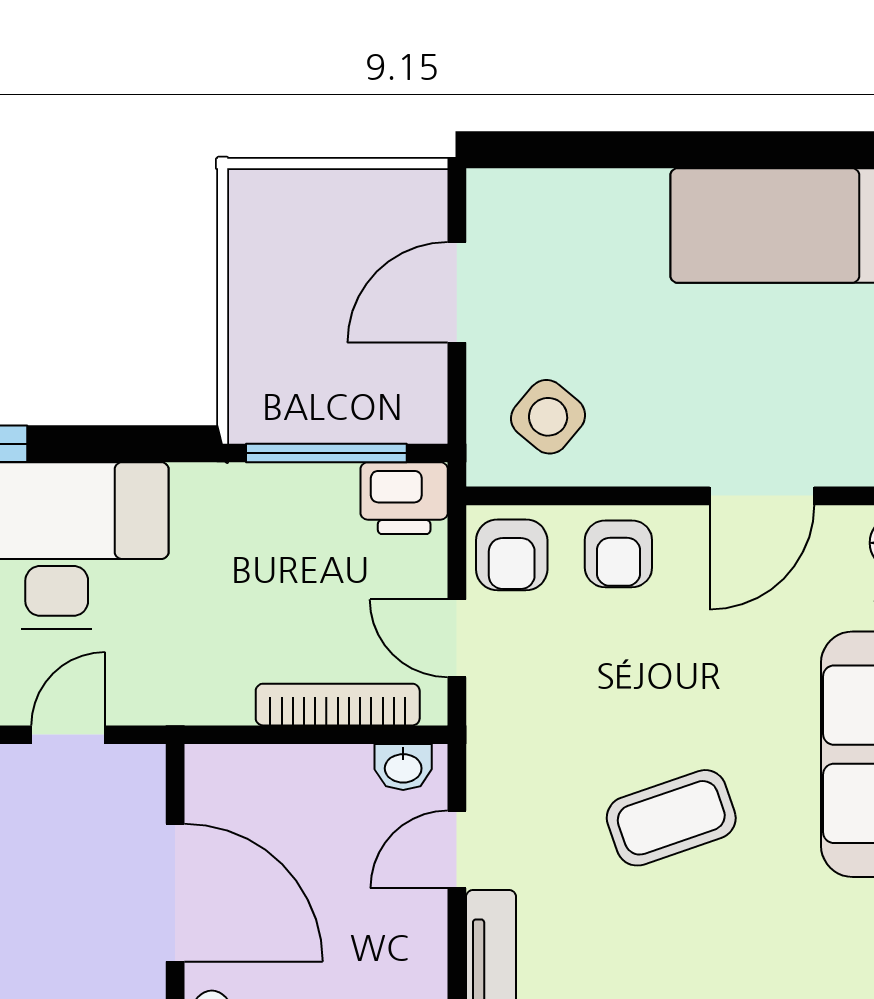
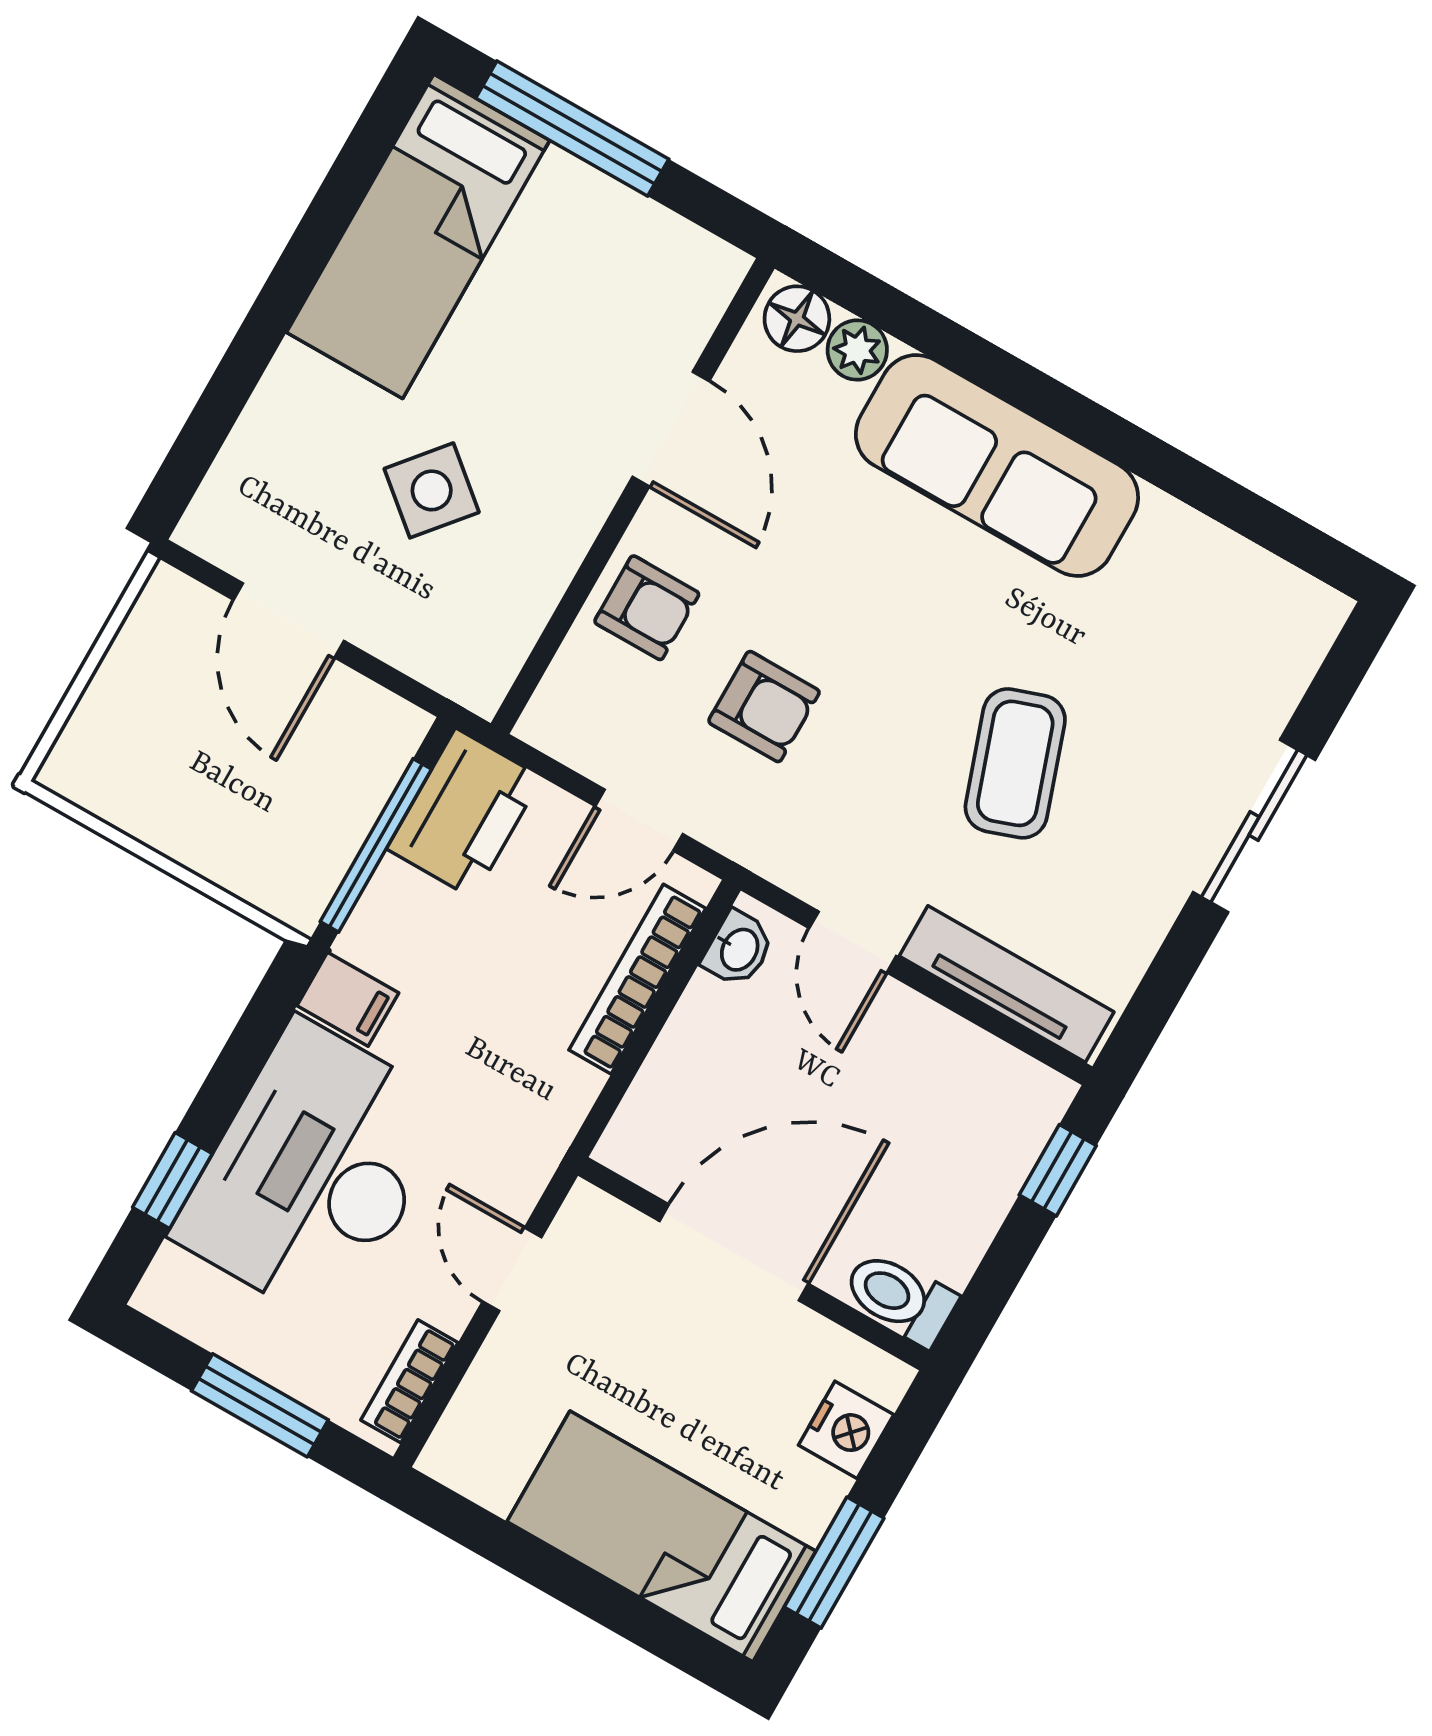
side table: (548, 417) -> (432, 490), moved
filing cabinet: (200, 497) -> (348, 999), added
printer: (404, 498) -> (464, 813), width x1.37, depth x1.19
armchair: (512, 555) -> (764, 707), moved
coffee table: (671, 818) -> (1015, 763), moved

